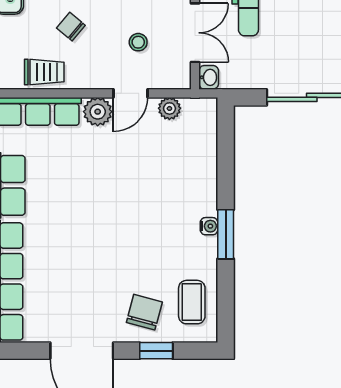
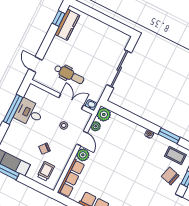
trolley: (44, 72) -> (46, 171), moved
plant: (202, 113) -> (104, 114), added
window: (226, 234) -> (169, 136), moved

